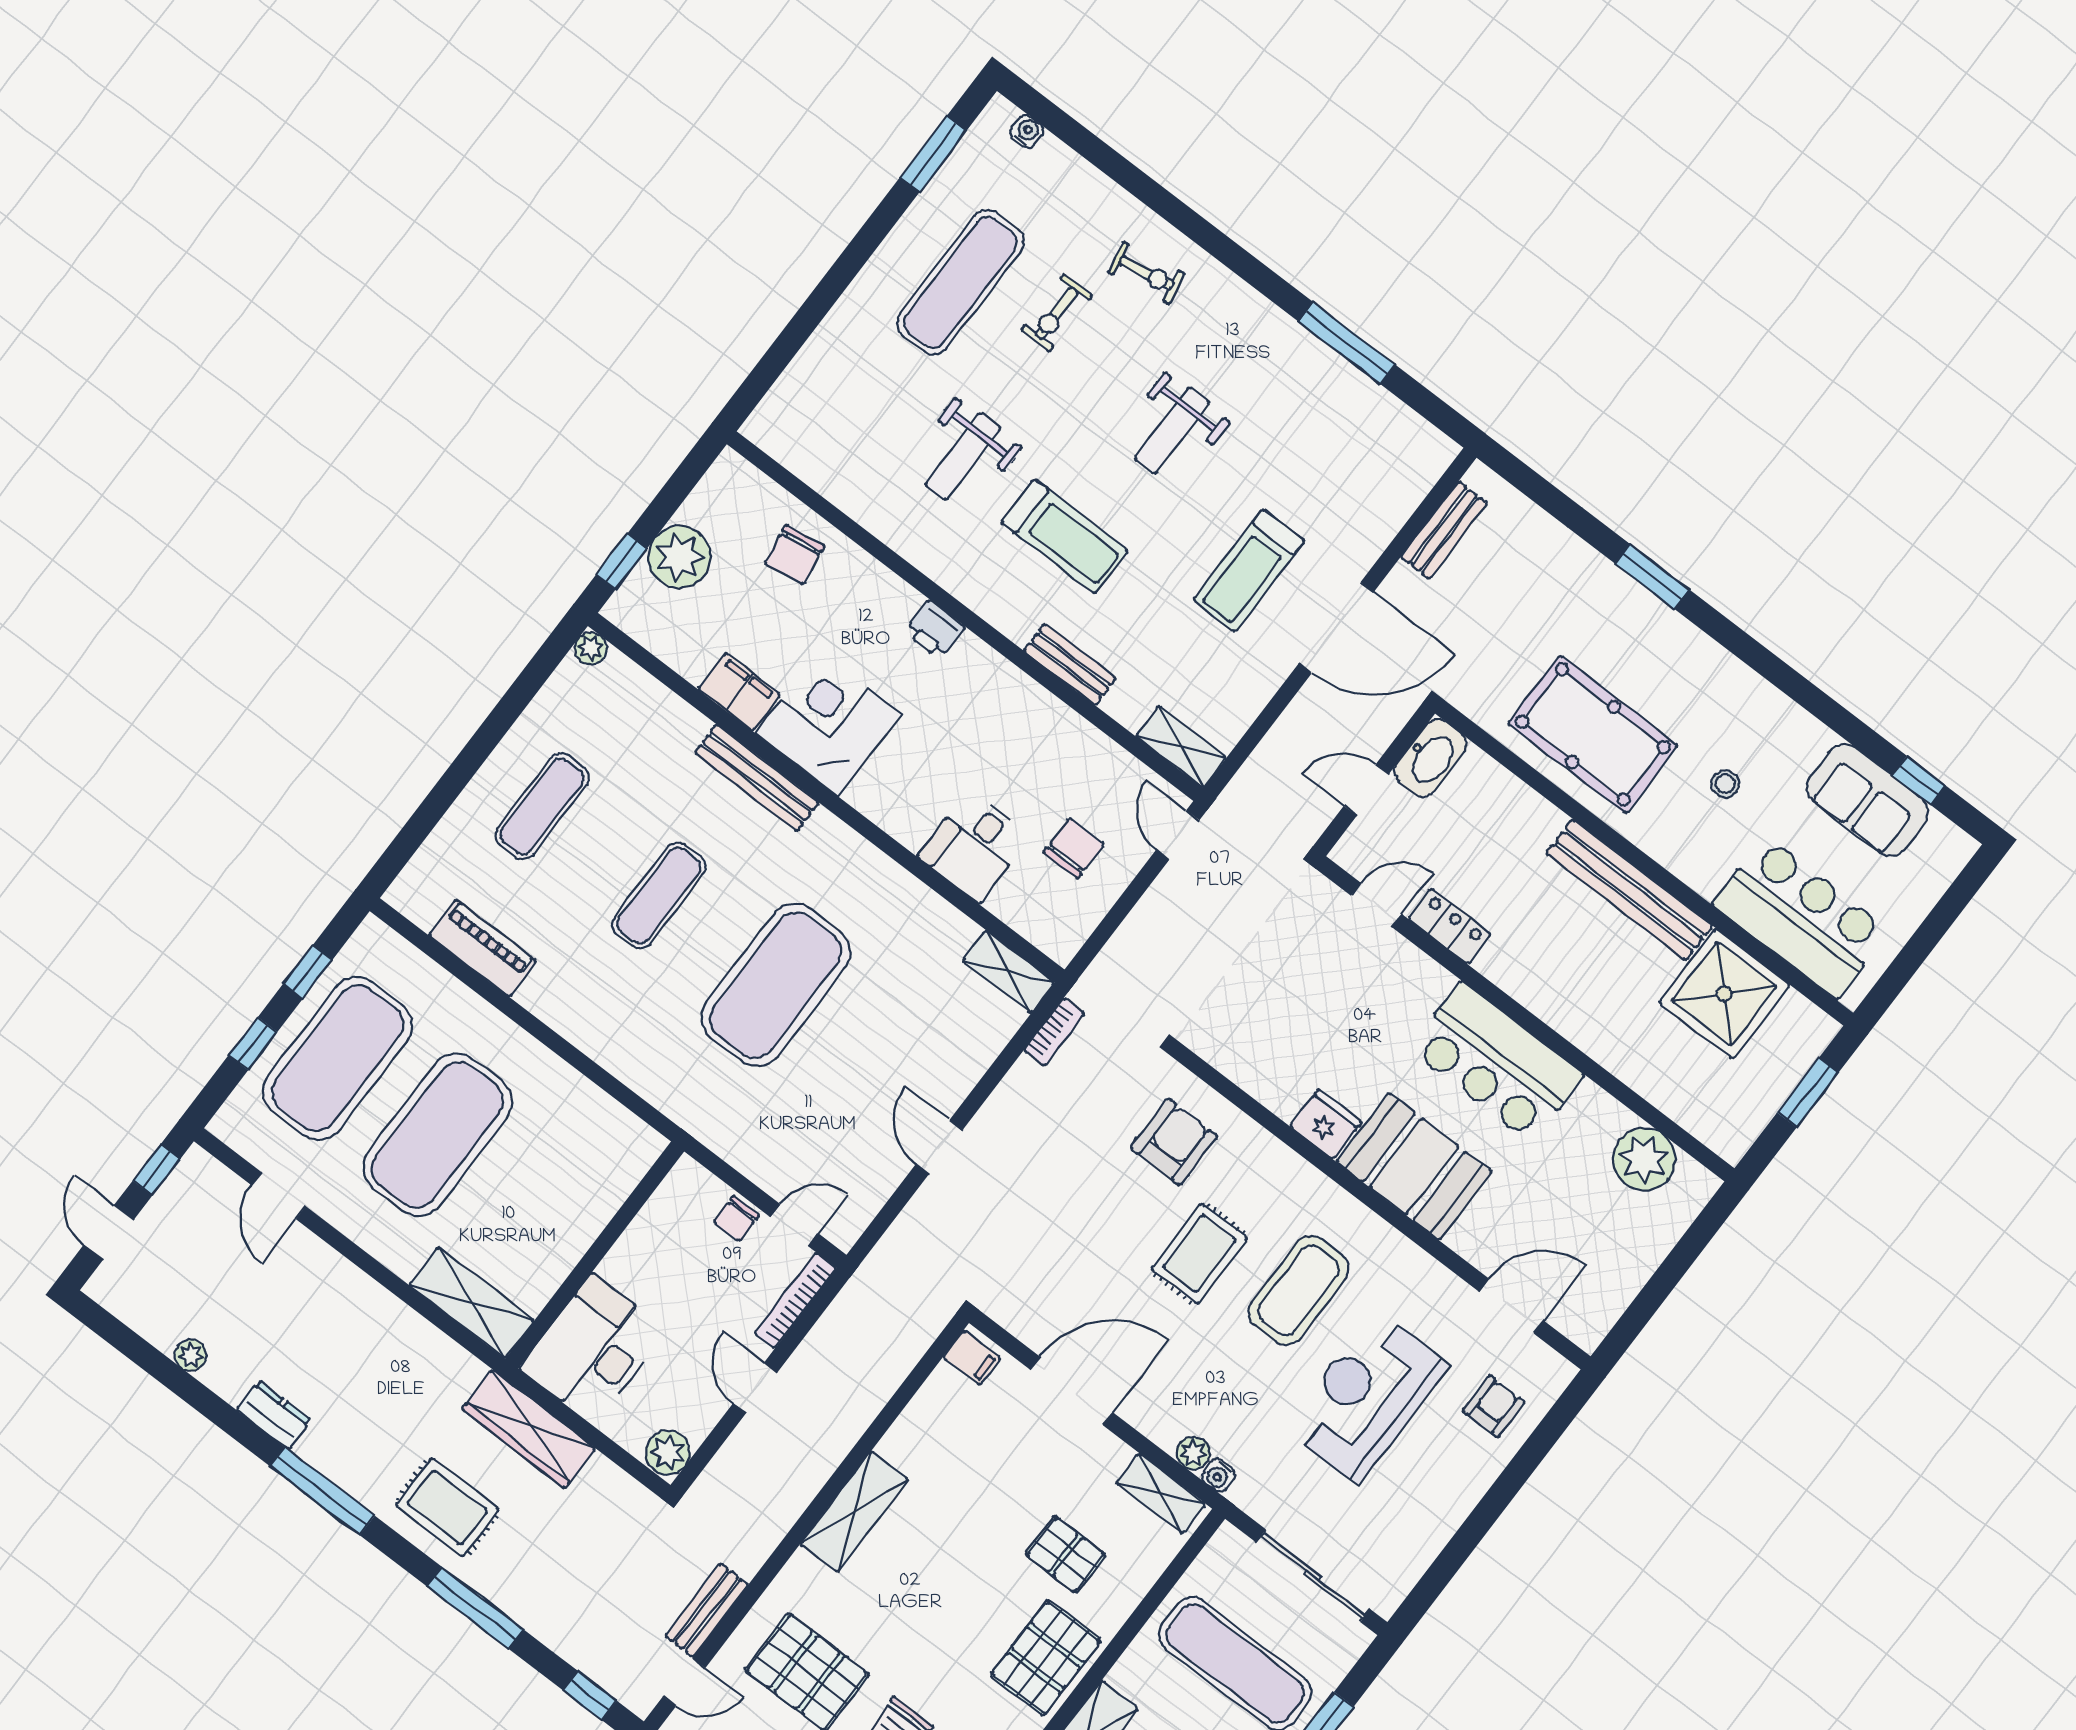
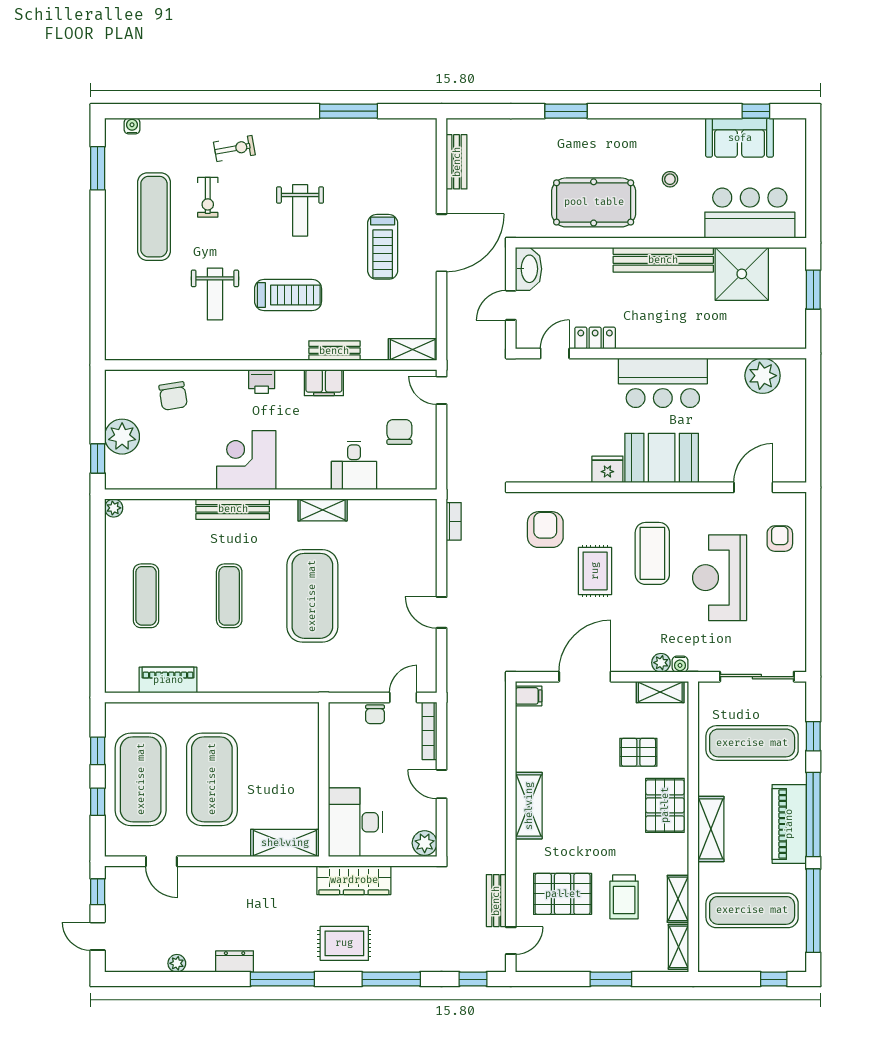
filing cabinet: (739, 692) -> (324, 383), moved, turned 180
shelving: (1008, 972) -> (323, 510), moved

